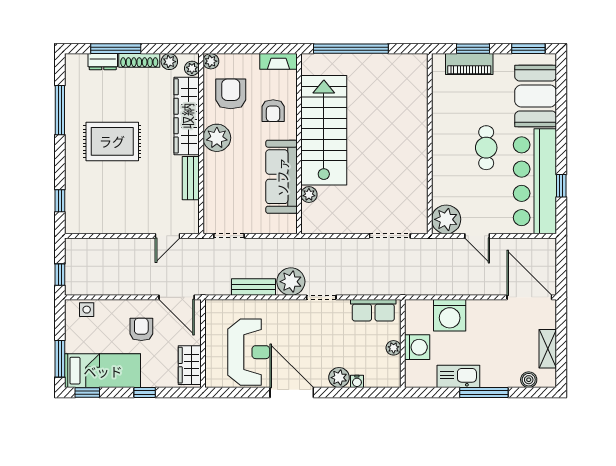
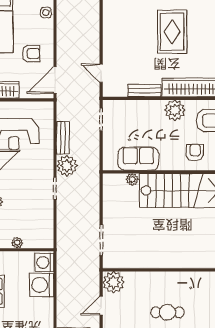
armchair: (273, 111) -> (195, 152), turned 90
sofa: (282, 177) -> (138, 159), width x0.73
row of seats: (373, 310) -> (45, 228), removed
washing machine: (417, 347) -> (44, 262), moved, turned 90

